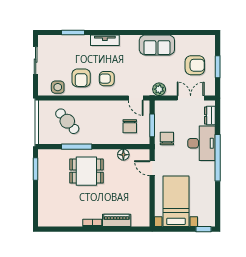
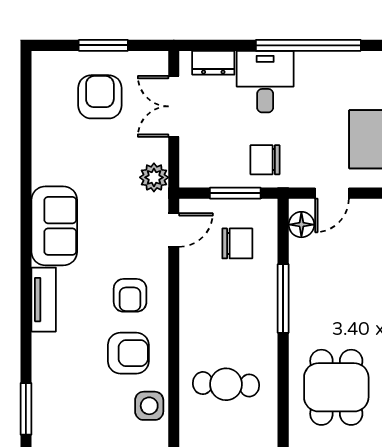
window: (73, 32) -> (26, 409), moved
sofa: (157, 45) -> (54, 226), moved
cafe table: (67, 121) -> (226, 384), turned 44
desk: (202, 143) -> (265, 82), width x0.73
window: (77, 147) -> (283, 299), moved
floor lamp: (123, 155) -> (301, 225), moved
dining table: (86, 171) -> (336, 387), moved

